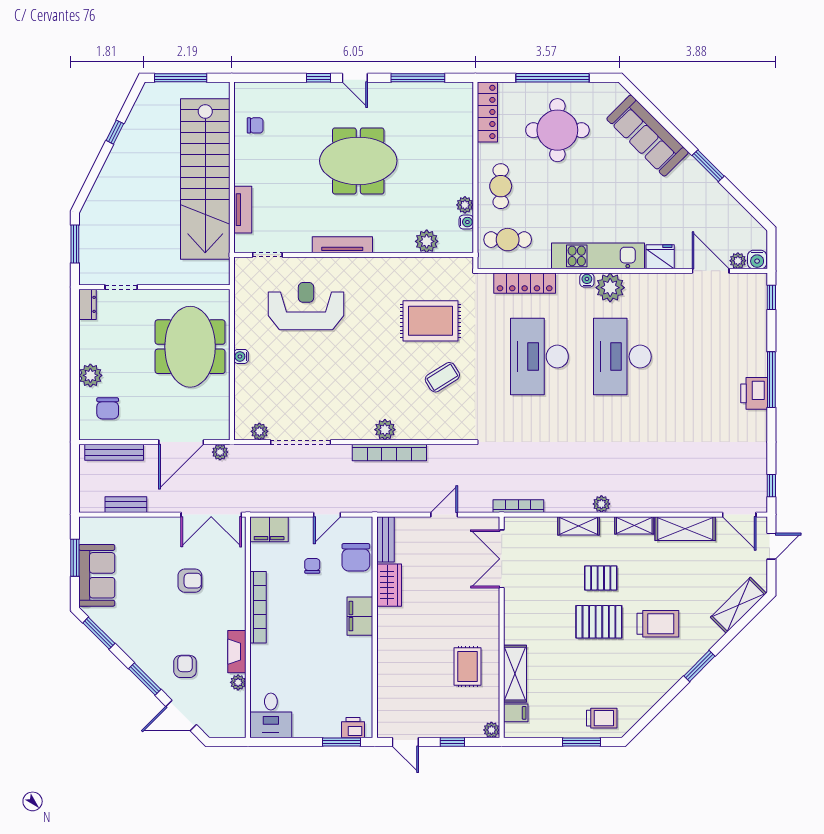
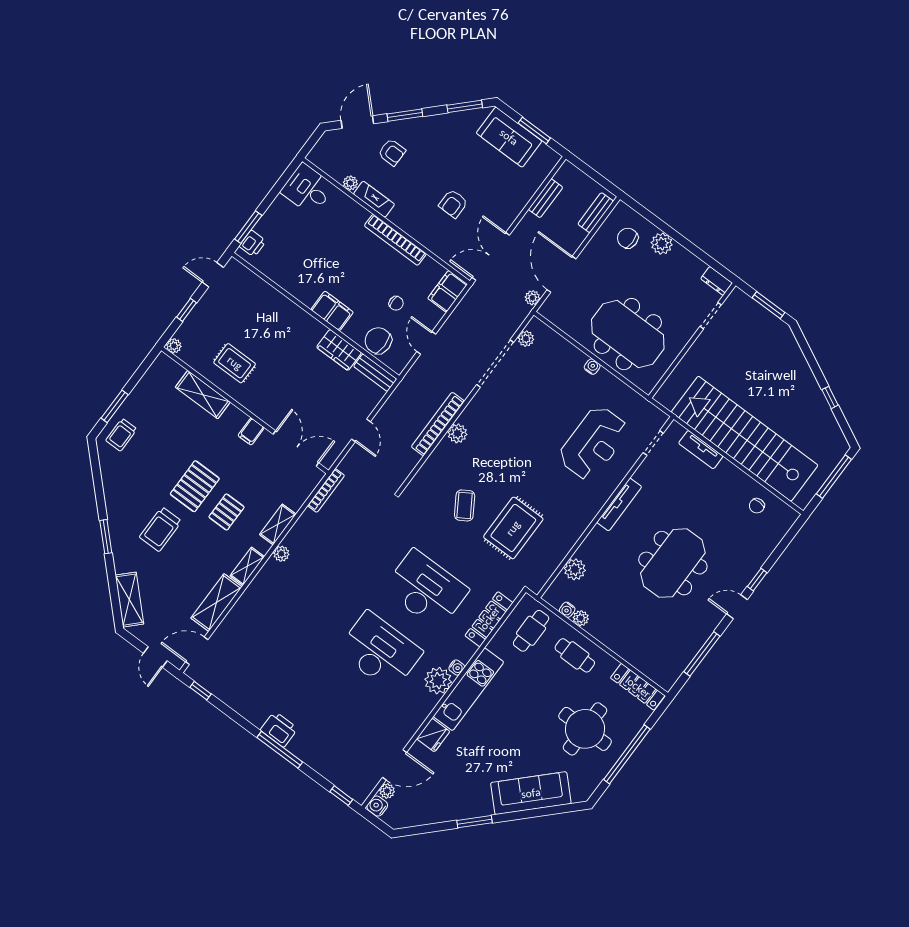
bench: (114, 452) -> (596, 213), width x0.73
filing cabinet: (516, 713) -> (251, 432), moved

